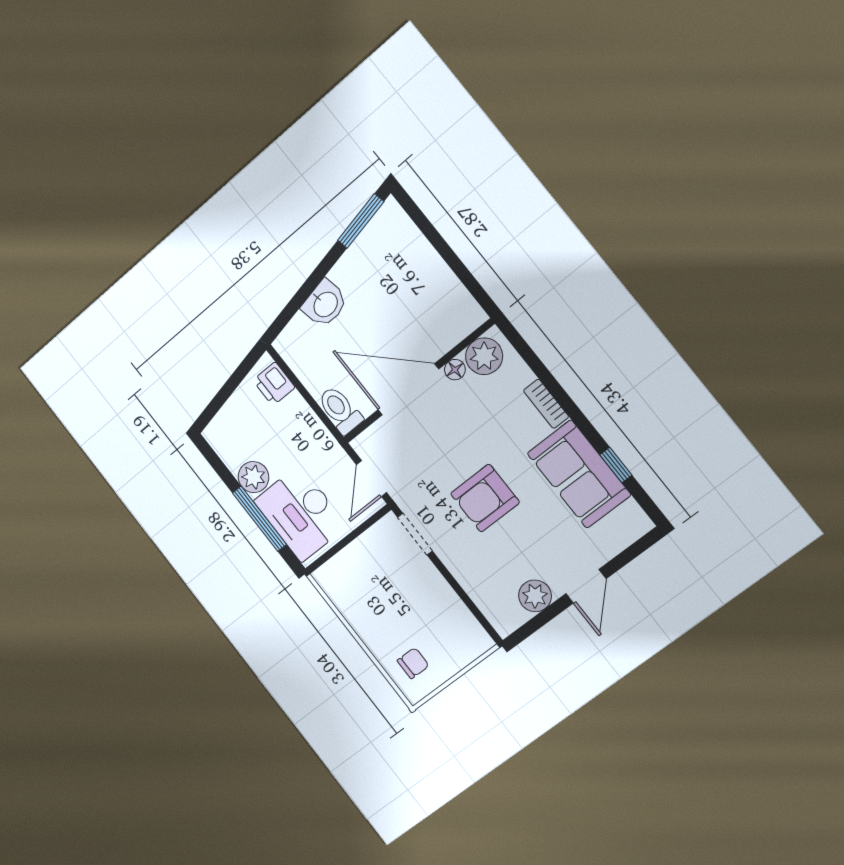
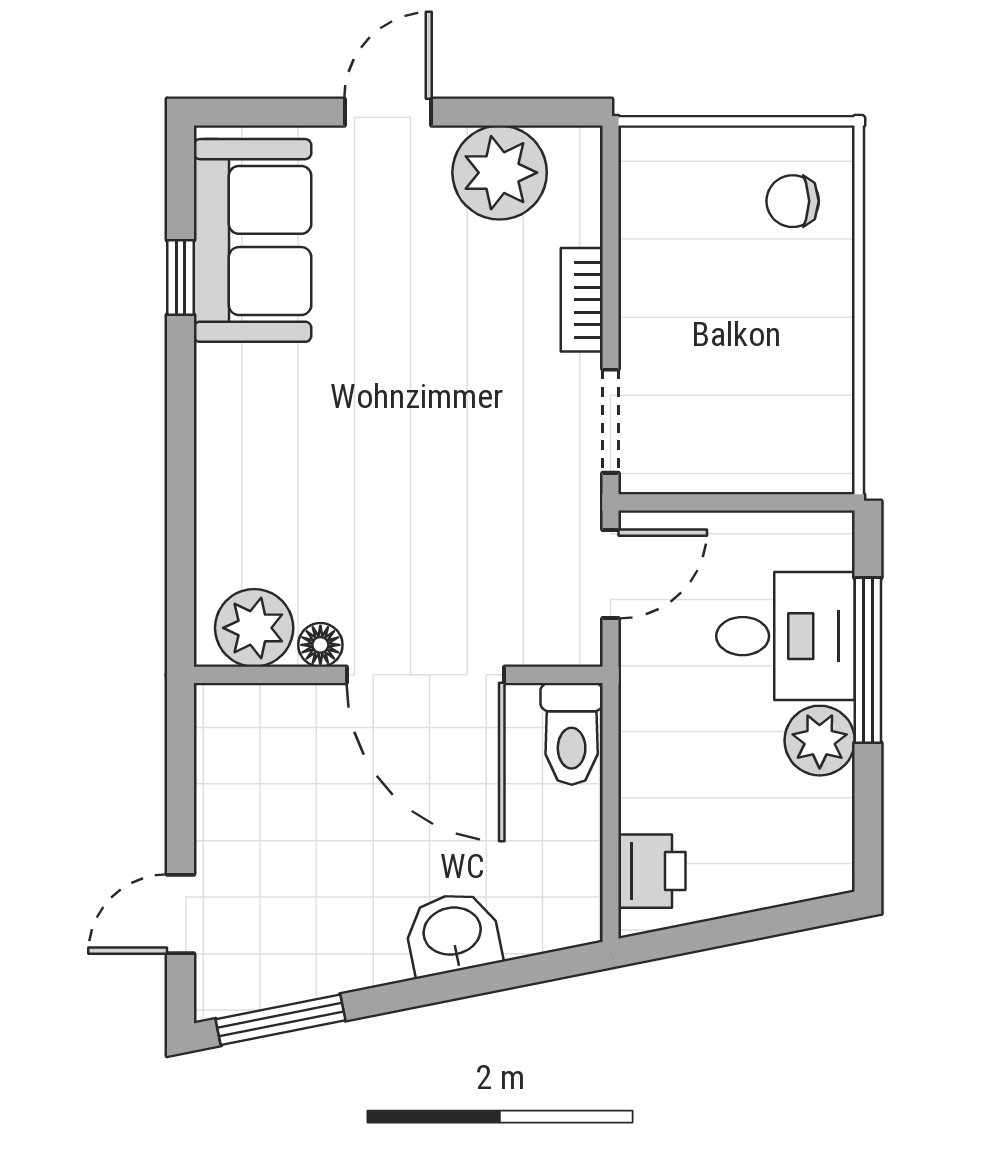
door: (427, 229) -> (181, 914), added
bookcase: (546, 404) -> (582, 300), moved, turned 180
sofa: (579, 474) -> (252, 240), moved
armchair: (485, 498) -> (441, 390), removed
desk: (300, 513) -> (786, 636), width x0.73
plant: (535, 596) -> (500, 173), width x1.36, depth x1.36

